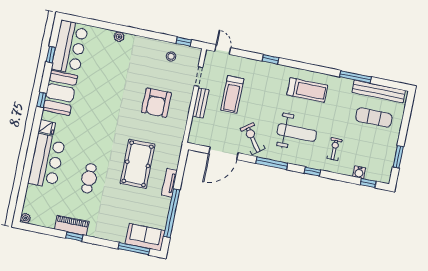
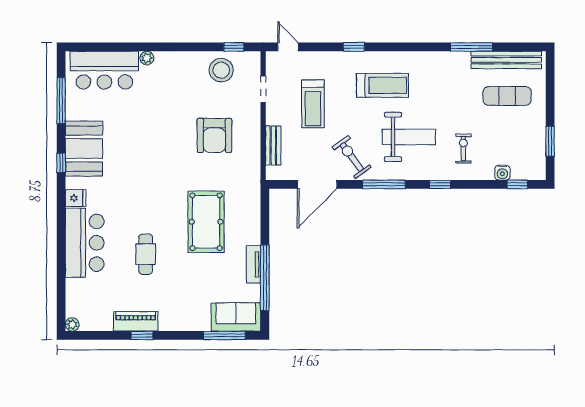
bar counter: (70, 47) -> (104, 70), moved, turned 90
window: (51, 55) -> (61, 101), width x2.17
stool: (171, 56) -> (221, 70), width x1.89, depth x1.89
treadmill: (307, 90) -> (382, 85), moved
bench: (201, 103) -> (273, 146), moved
tv unit: (169, 183) -> (253, 264), moved

